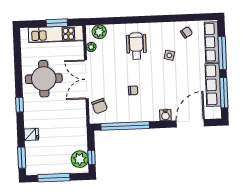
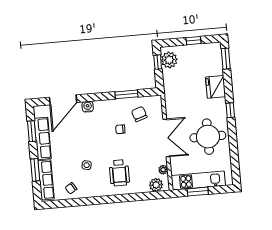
window: (222, 53) -> (35, 170), width x0.69
window: (224, 93) -> (32, 131), width x0.69
chair: (100, 106) -> (139, 114), moved
window: (125, 126) -> (126, 94), width x0.47
fridge: (31, 134) -> (216, 87), width x1.88, depth x1.34
window: (54, 178) -> (194, 41), width x0.46

